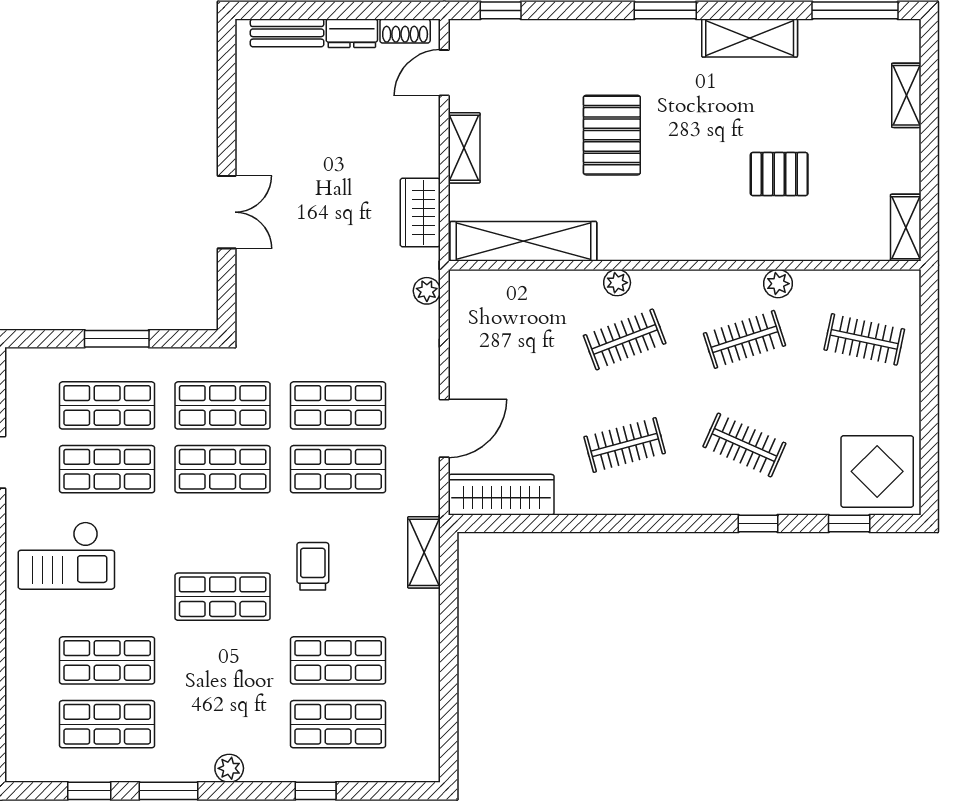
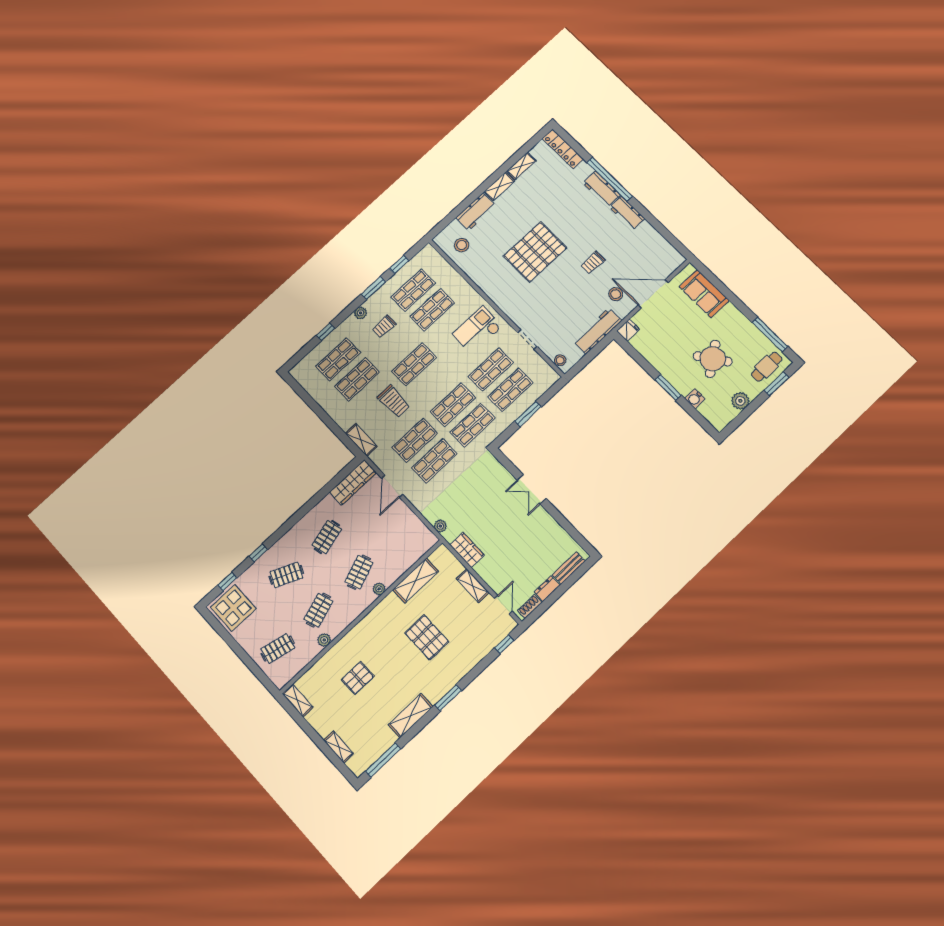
shelving: (523, 241) -> (416, 580), width x0.68
trolley: (313, 566) -> (394, 401), width x1.36, depth x1.39
trolley: (212, 708) -> (384, 326), added

